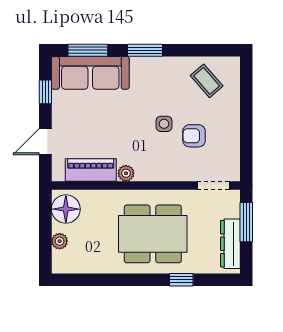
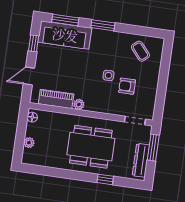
floor lamp: (66, 209) -> (32, 117), width x0.53, depth x0.53

